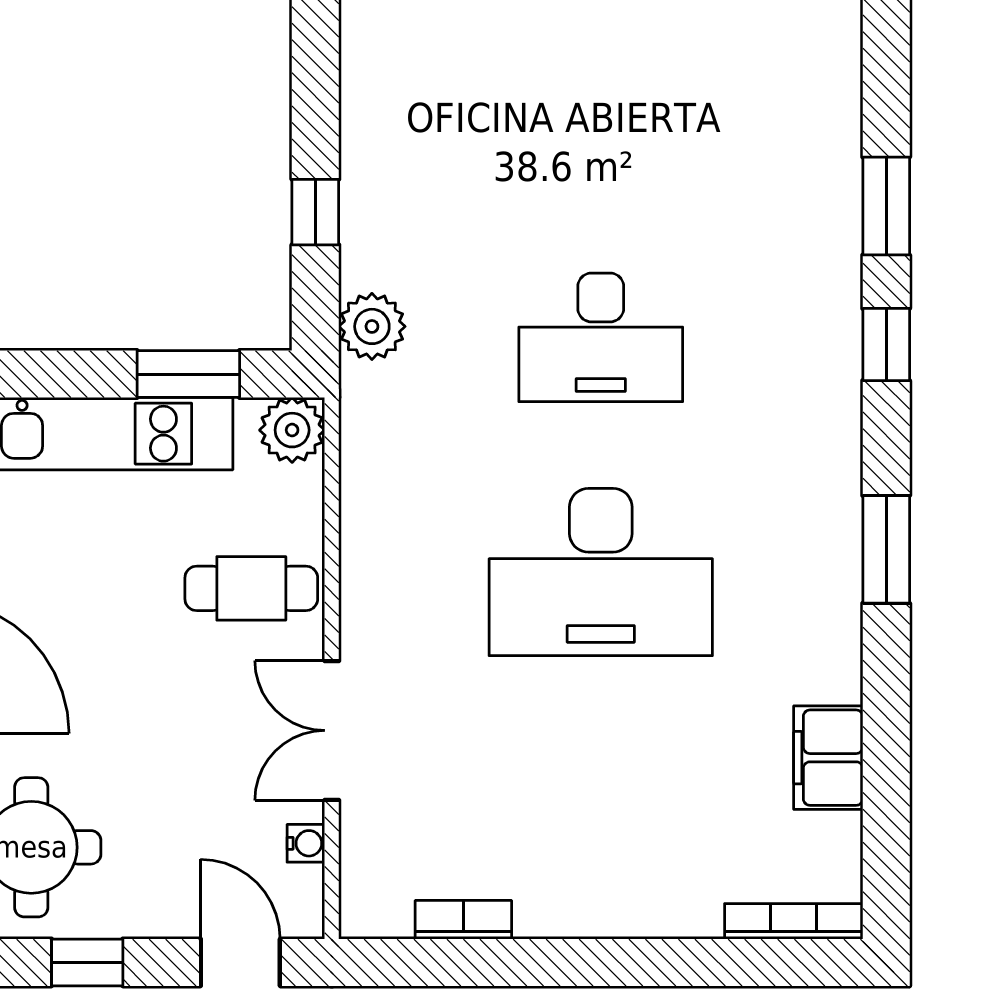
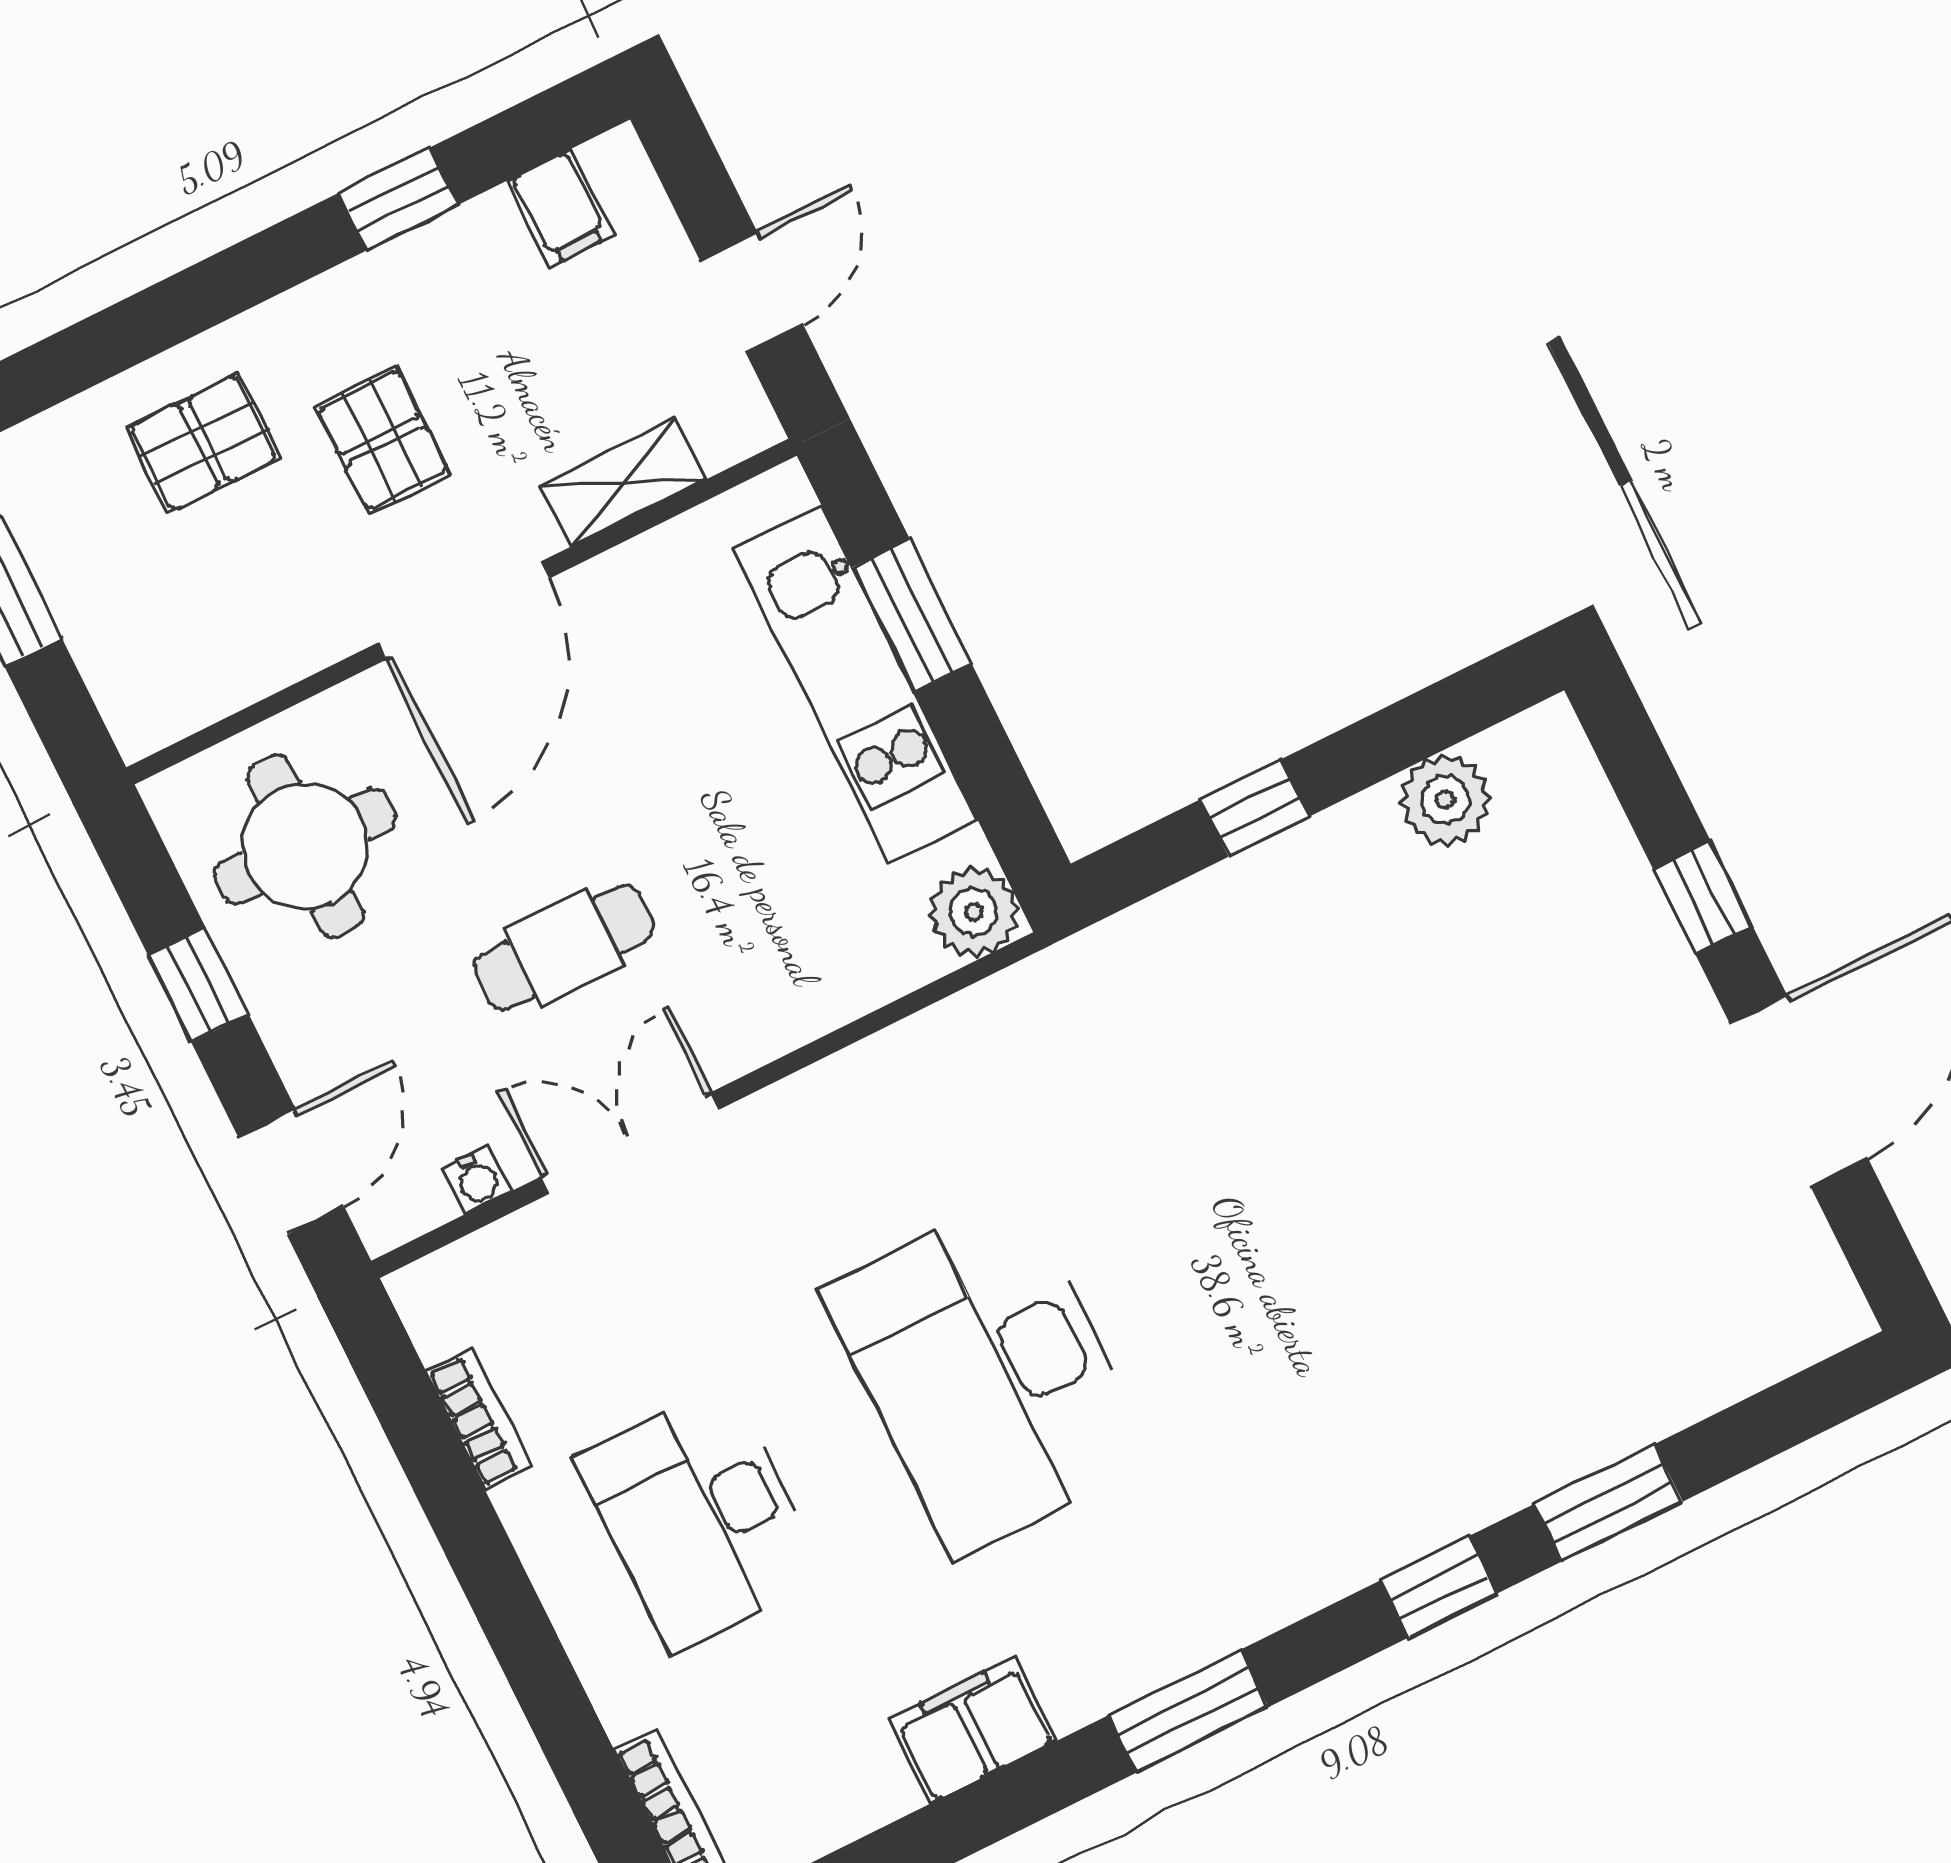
plant: (372, 326) -> (1445, 800), moved
desk: (601, 337) -> (700, 1518), moved
window: (188, 374) -> (912, 616), moved
cafe table: (251, 588) -> (564, 947), moved, turned 90
filing cabinet: (828, 758) -> (973, 1730), moved

